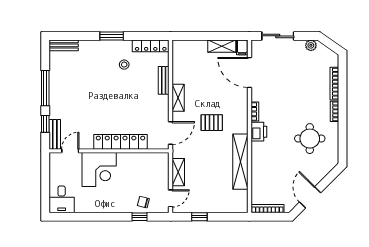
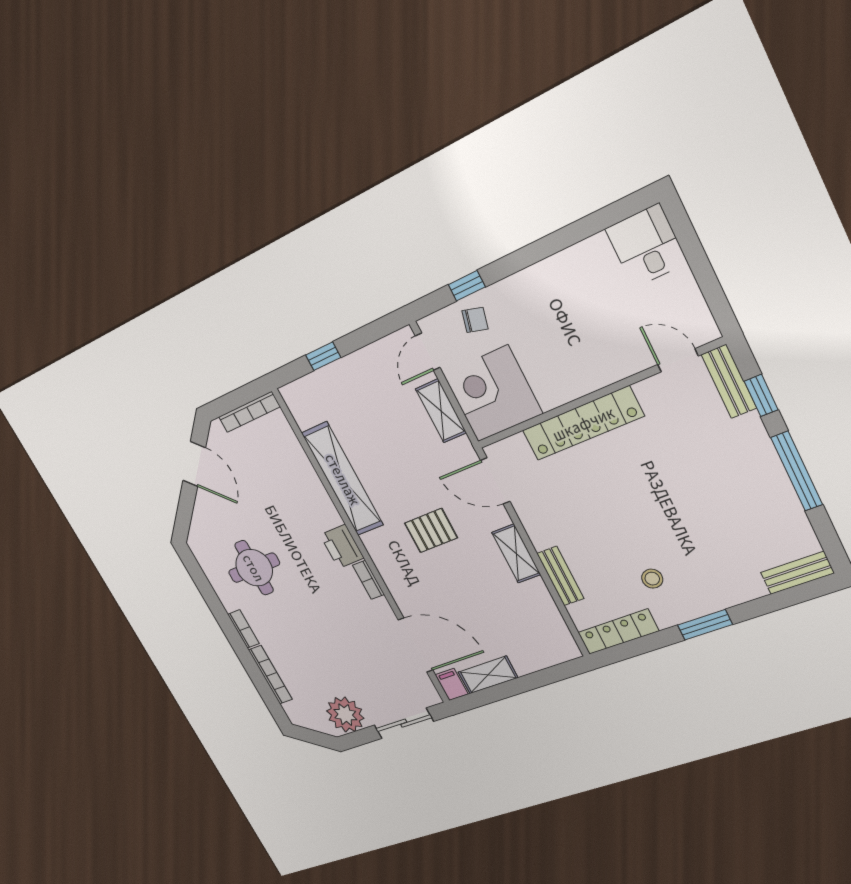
plant: (311, 45) -> (345, 715), width x1.87, depth x1.87
door: (170, 133) -> (495, 481), hinge flipped
door: (70, 151) -> (678, 360), swing flipped
corner desk: (99, 170) -> (493, 394), moved
window: (199, 217) -> (323, 356), moved

